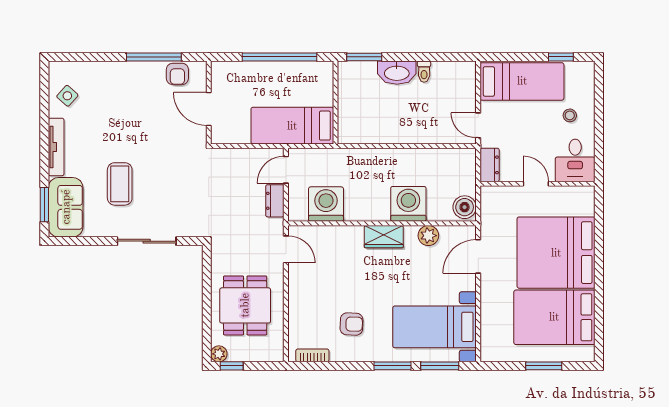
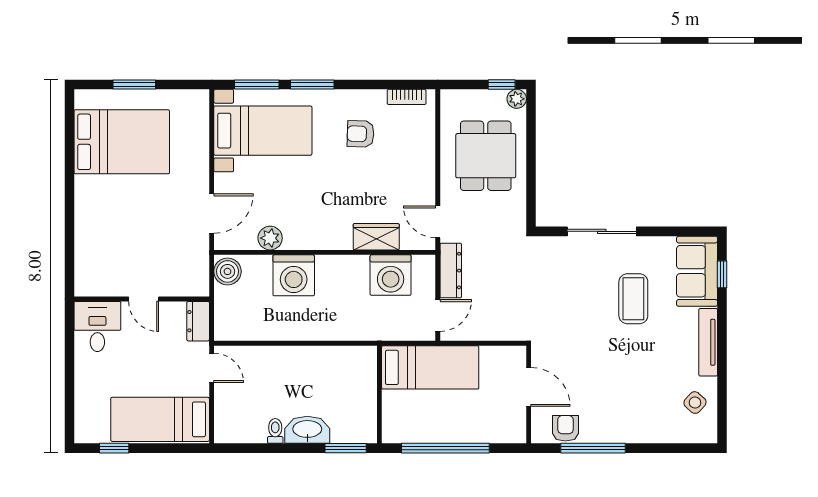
stool: (570, 115) -> (104, 379), removed
dresser: (275, 201) -> (451, 271), width x1.44
window: (44, 205) -> (722, 274), width x0.67
wardrobe: (384, 237) -> (376, 237), moved
bed: (556, 253) -> (120, 218), removed

